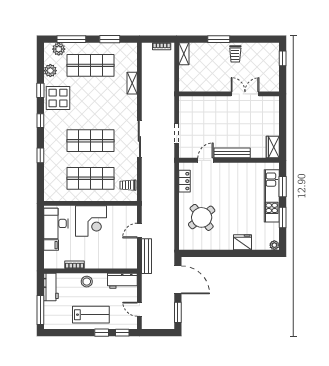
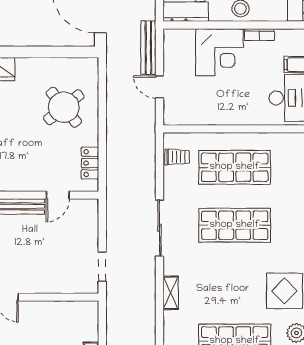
shelving: (132, 83) -> (171, 293), moved
doorway: (177, 133) -> (102, 267), moved
corner desk: (91, 221) -> (219, 52), moved, turned 180
door: (139, 231) -> (159, 87), swing flipped

